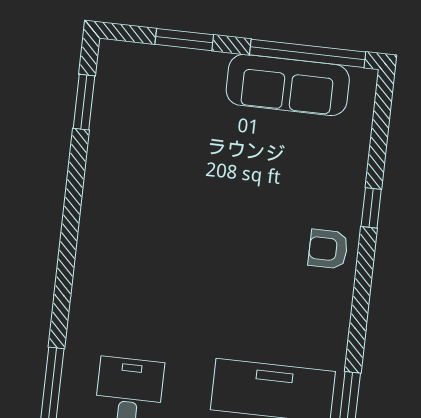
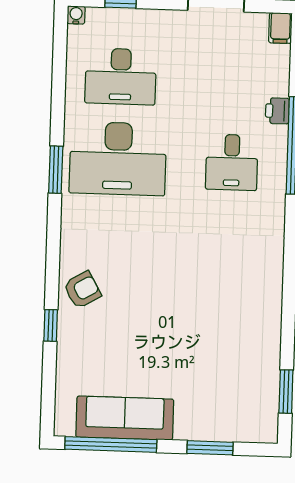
armchair: (328, 249) -> (82, 290), turned -30

